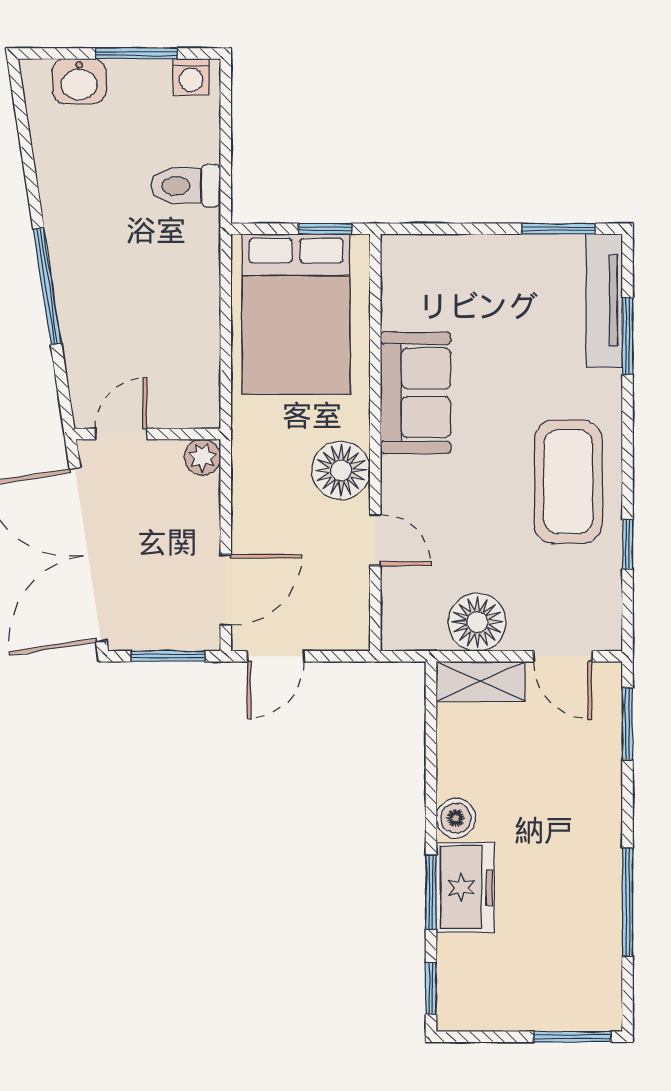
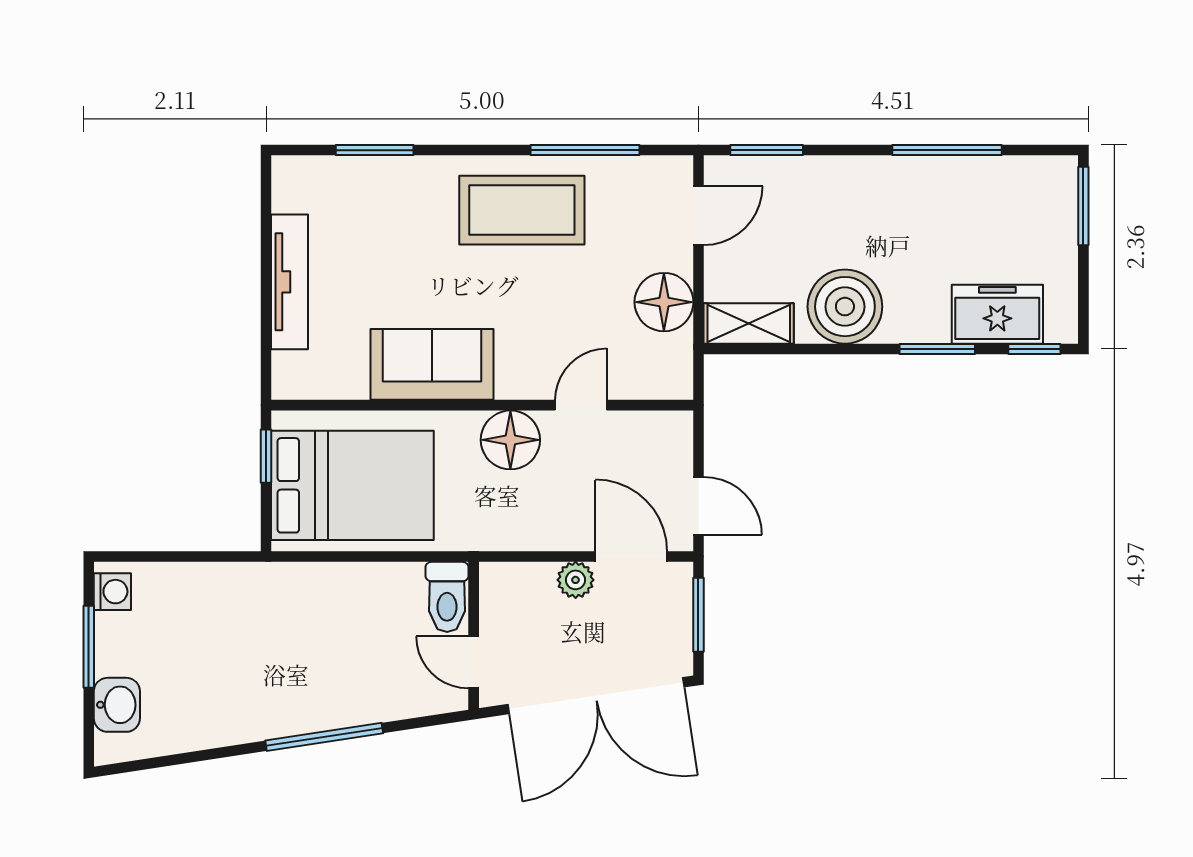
toilet: (186, 186) -> (447, 597), moved
window: (558, 229) -> (266, 220), removed
tv unit: (604, 301) -> (290, 282), moved, turned -90
plant: (203, 457) -> (576, 580), moved
window: (628, 544) -> (585, 150), width x2.17
shelving: (481, 681) -> (749, 323), moved, turned 90
boiler: (456, 818) -> (845, 307), width x1.86, depth x1.86
freezer: (465, 887) -> (997, 314), moved

